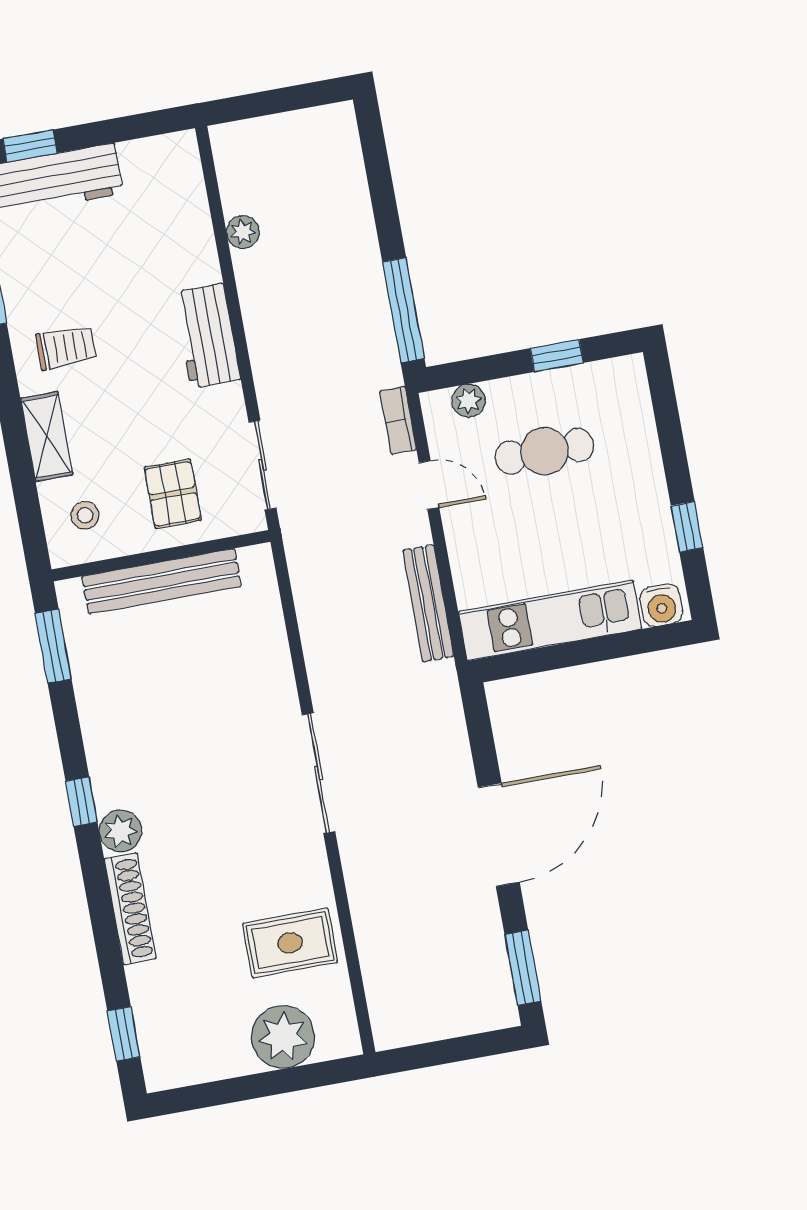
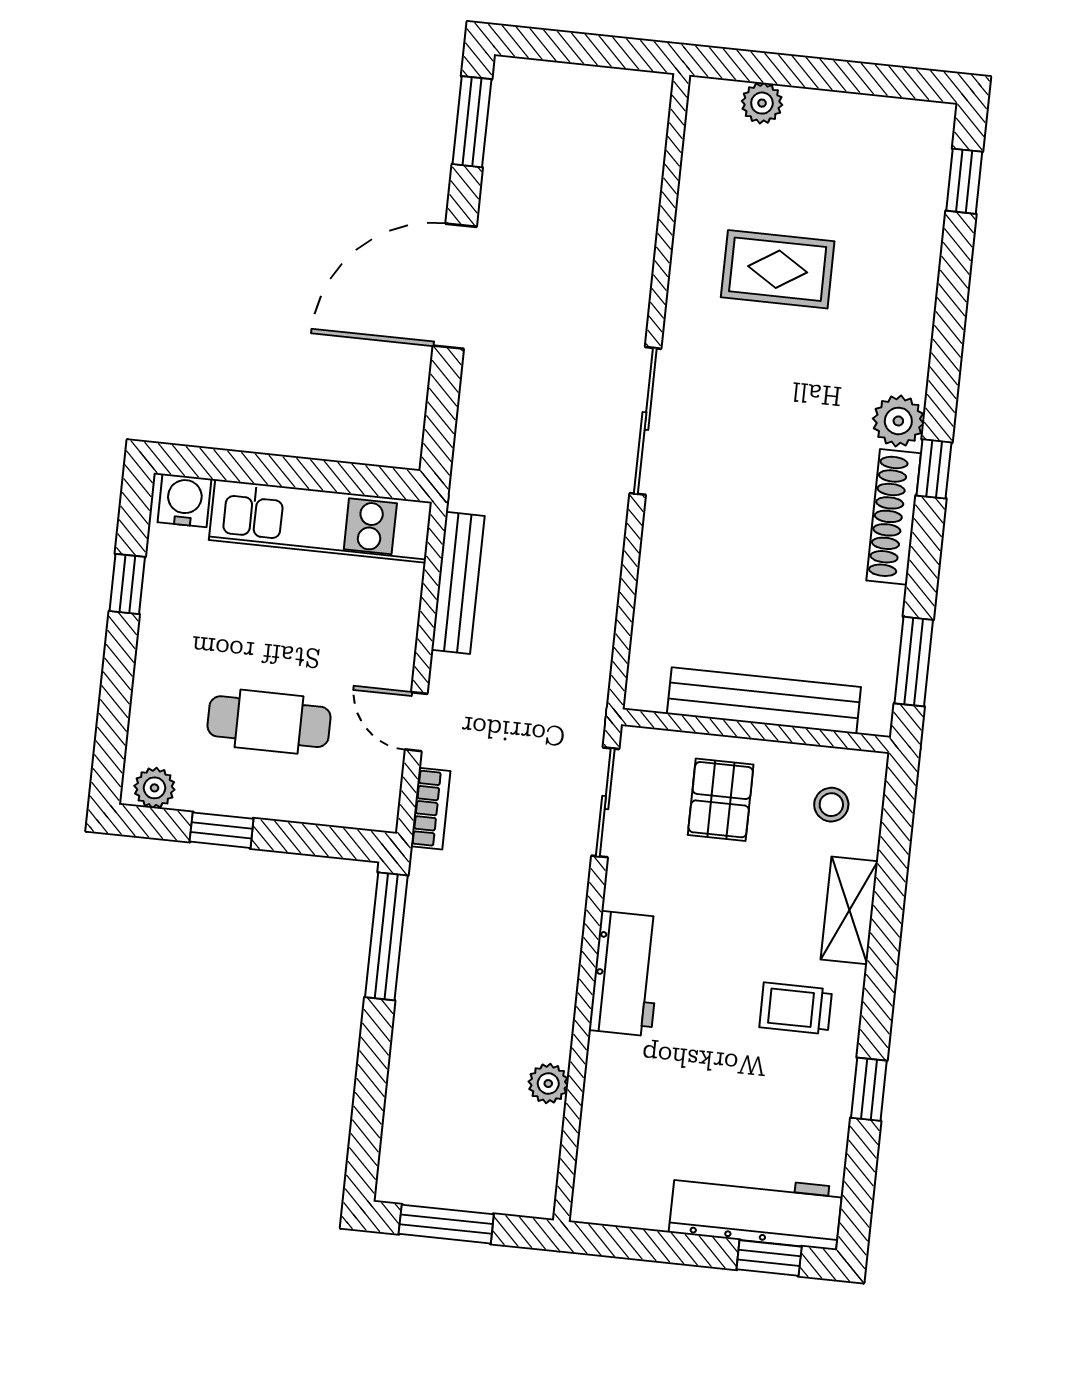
window: (291, 99) -> (446, 1224), added
plant: (469, 401) -> (154, 788), moved
shoe rack: (130, 909) -> (894, 517), moved
rug: (290, 943) -> (778, 269), moved
plant: (283, 1037) -> (762, 103), width x0.53, depth x0.53

